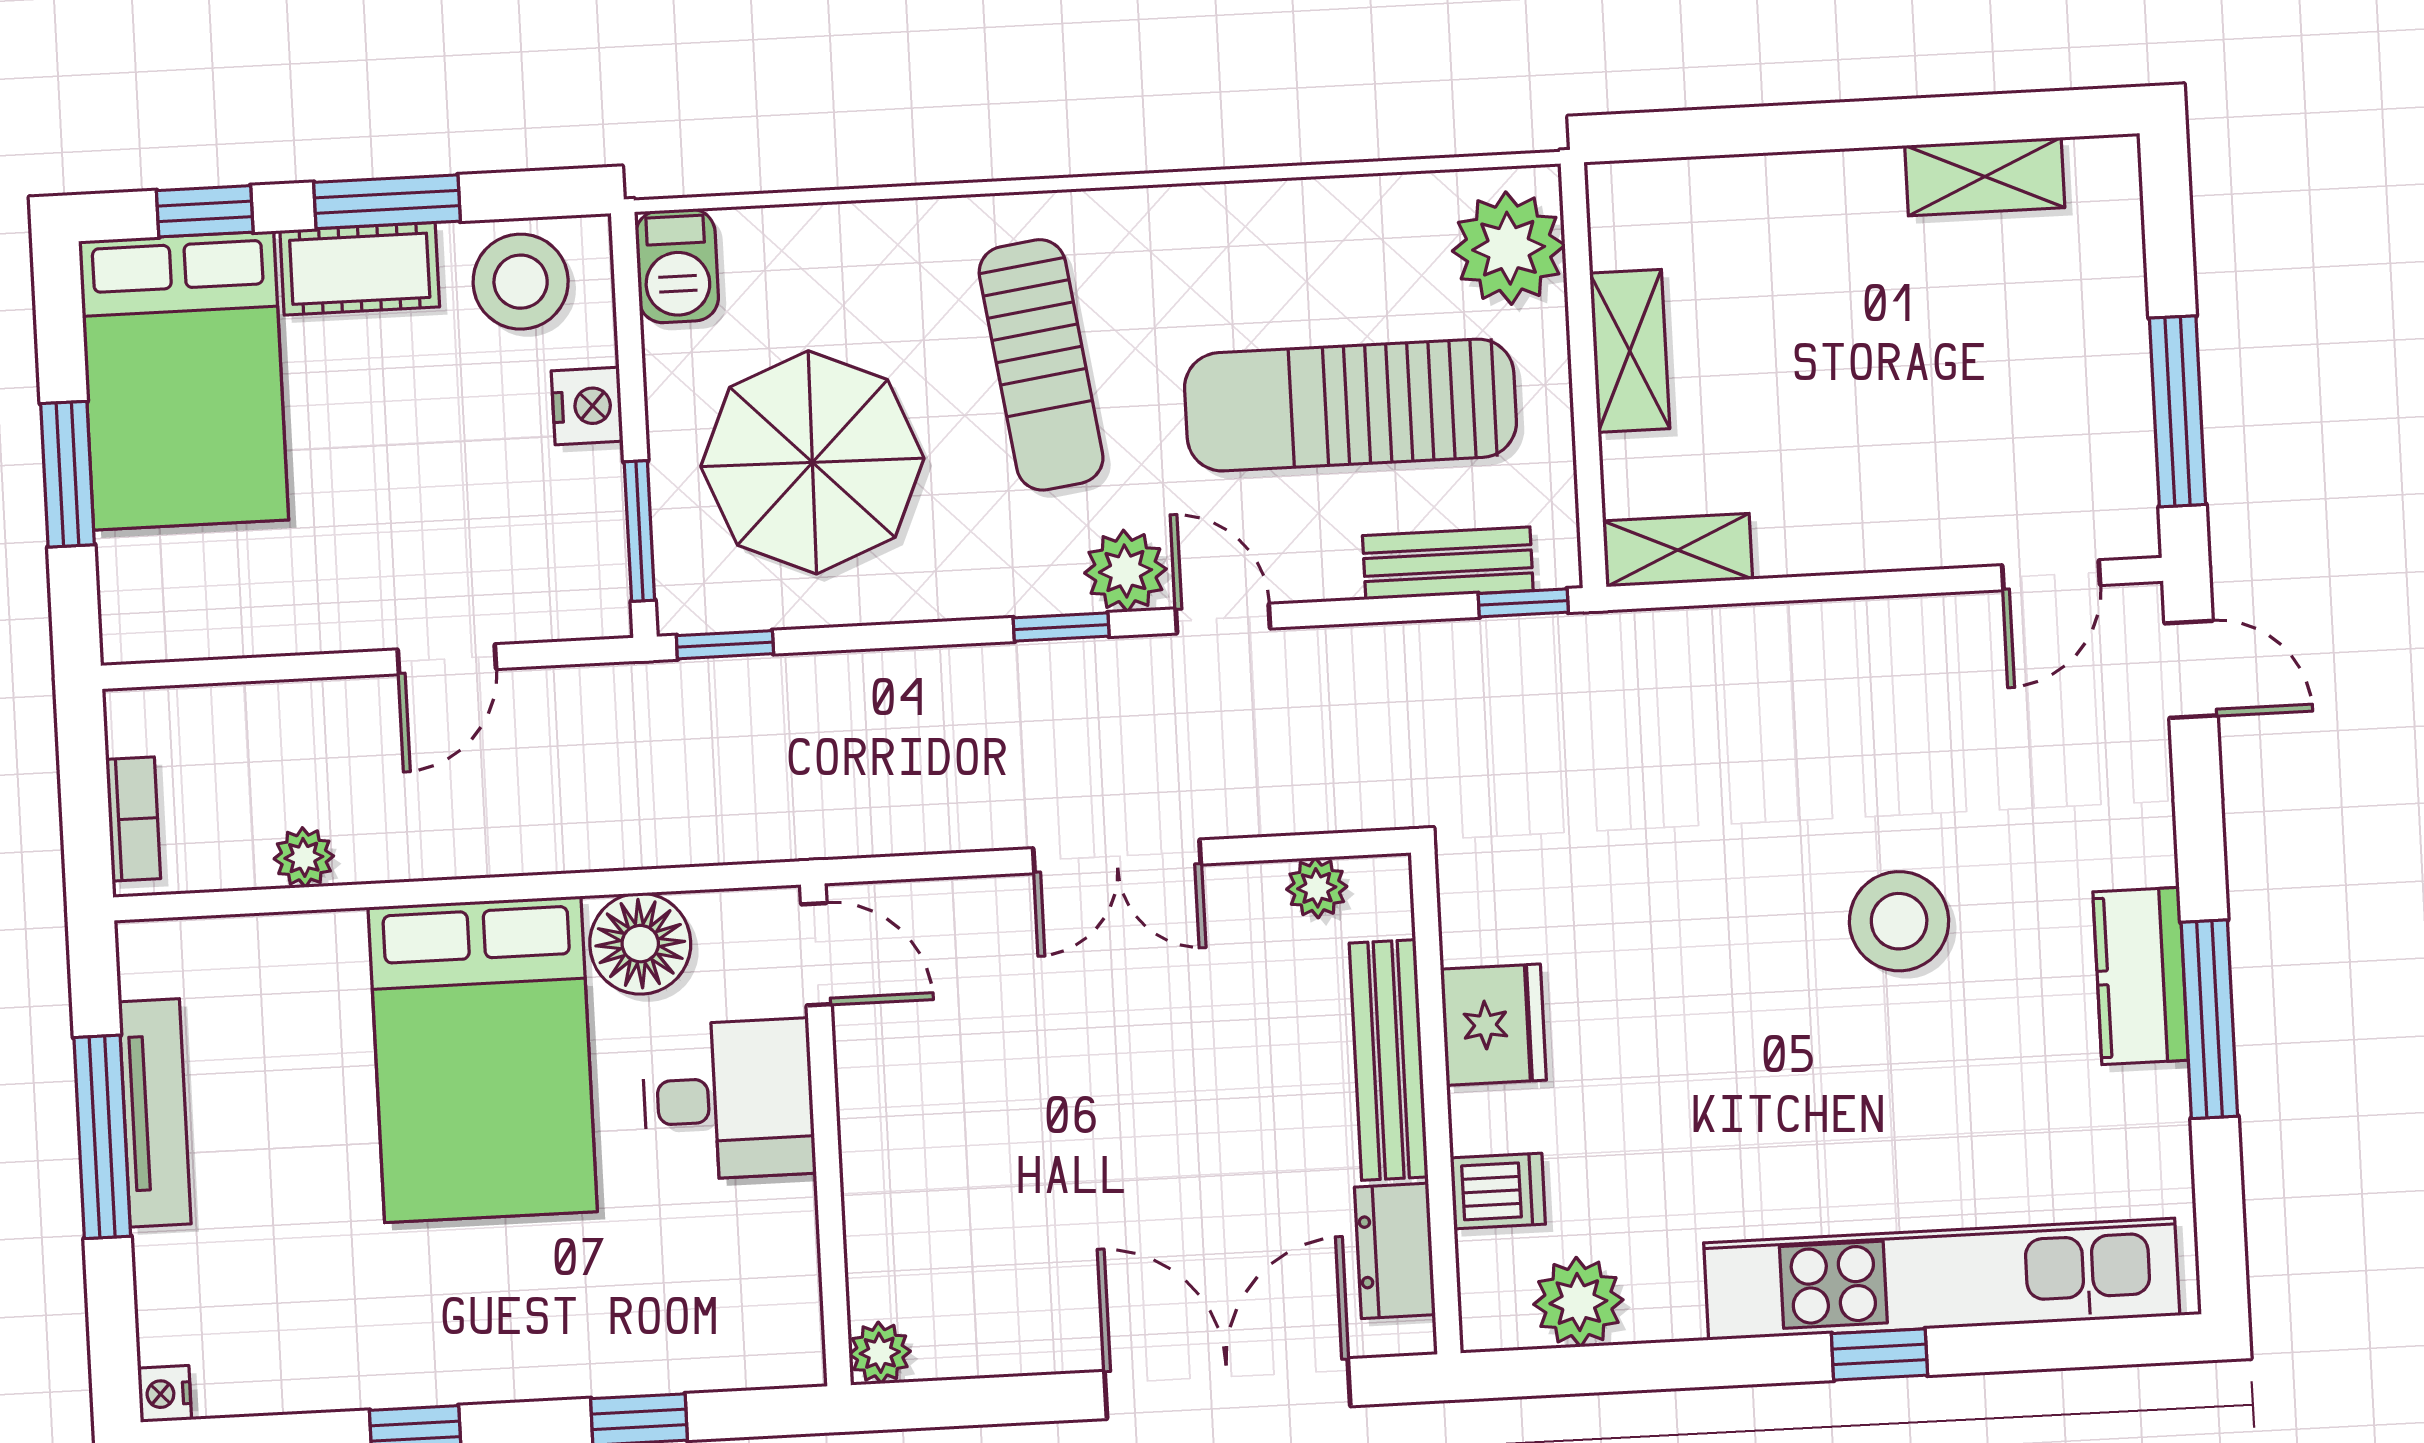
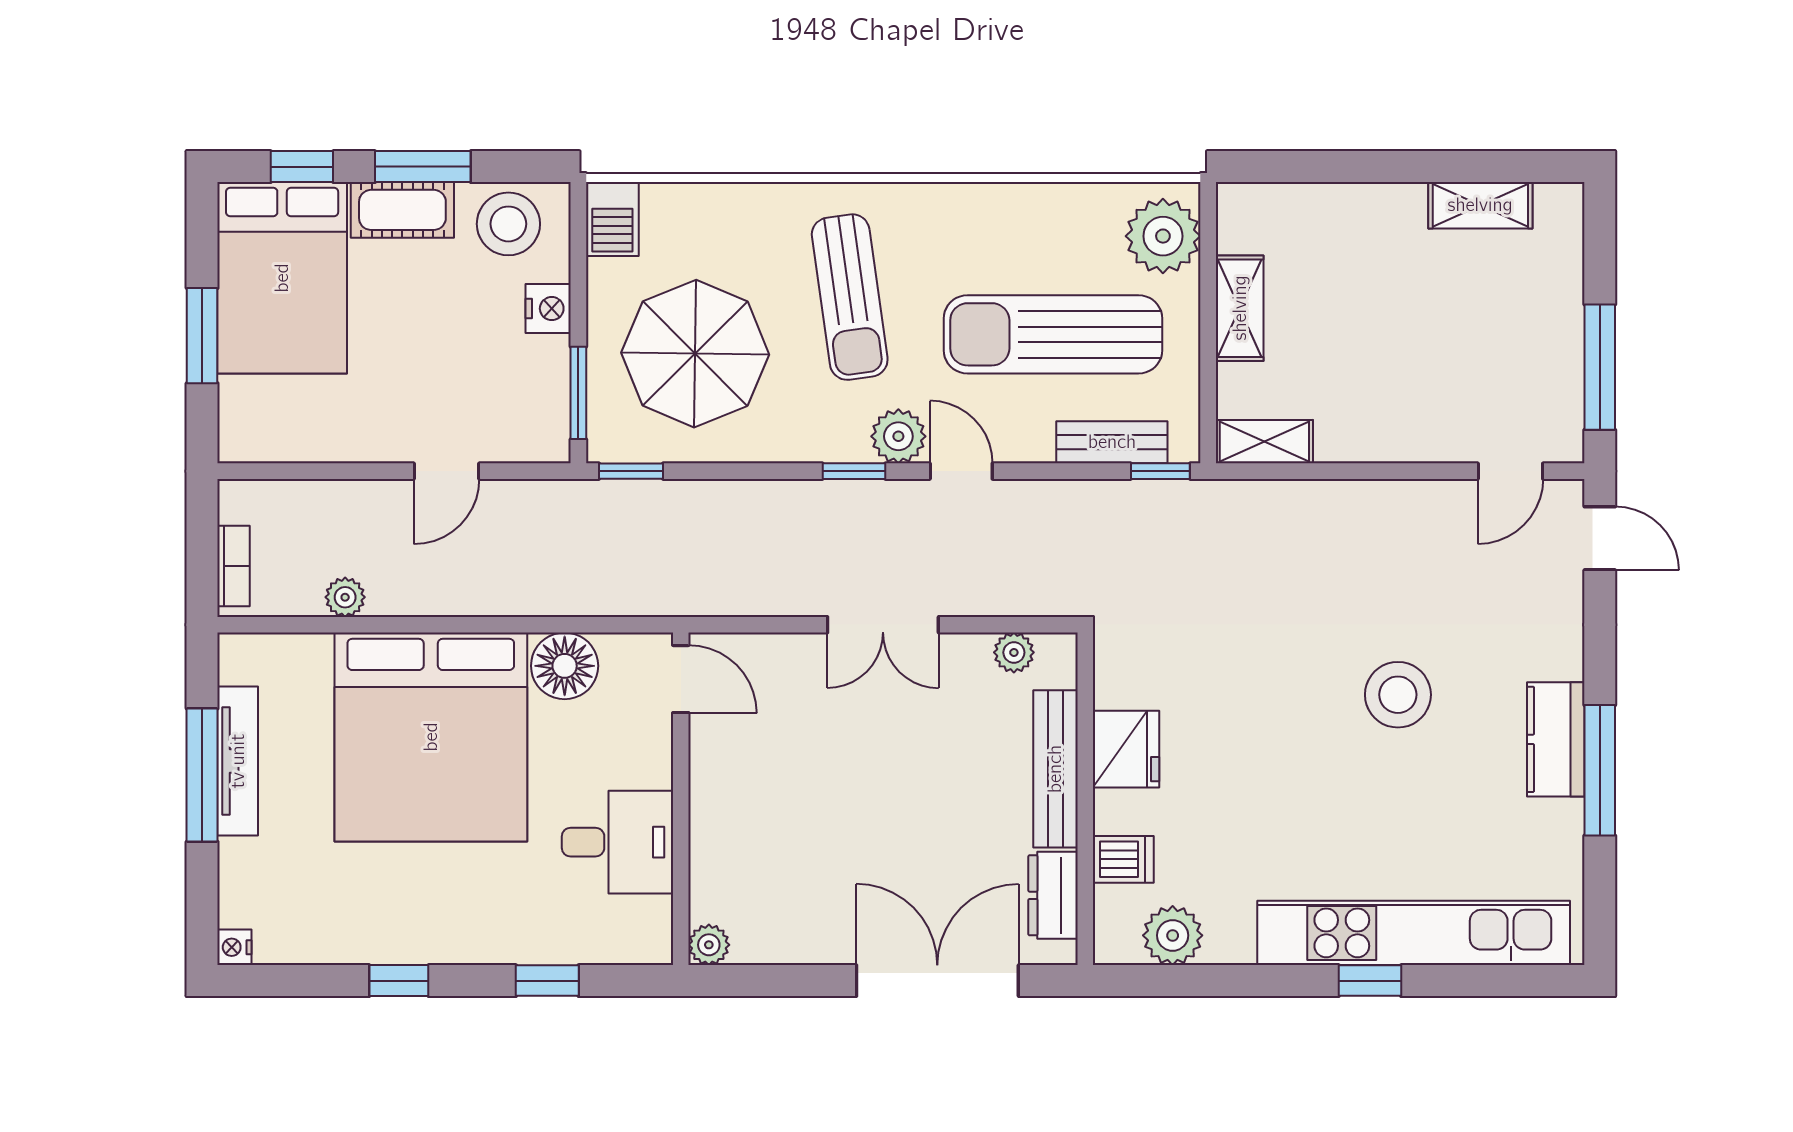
bed: (483, 1059) -> (431, 737), width x1.36
desk: (728, 1100) -> (617, 842), moved

